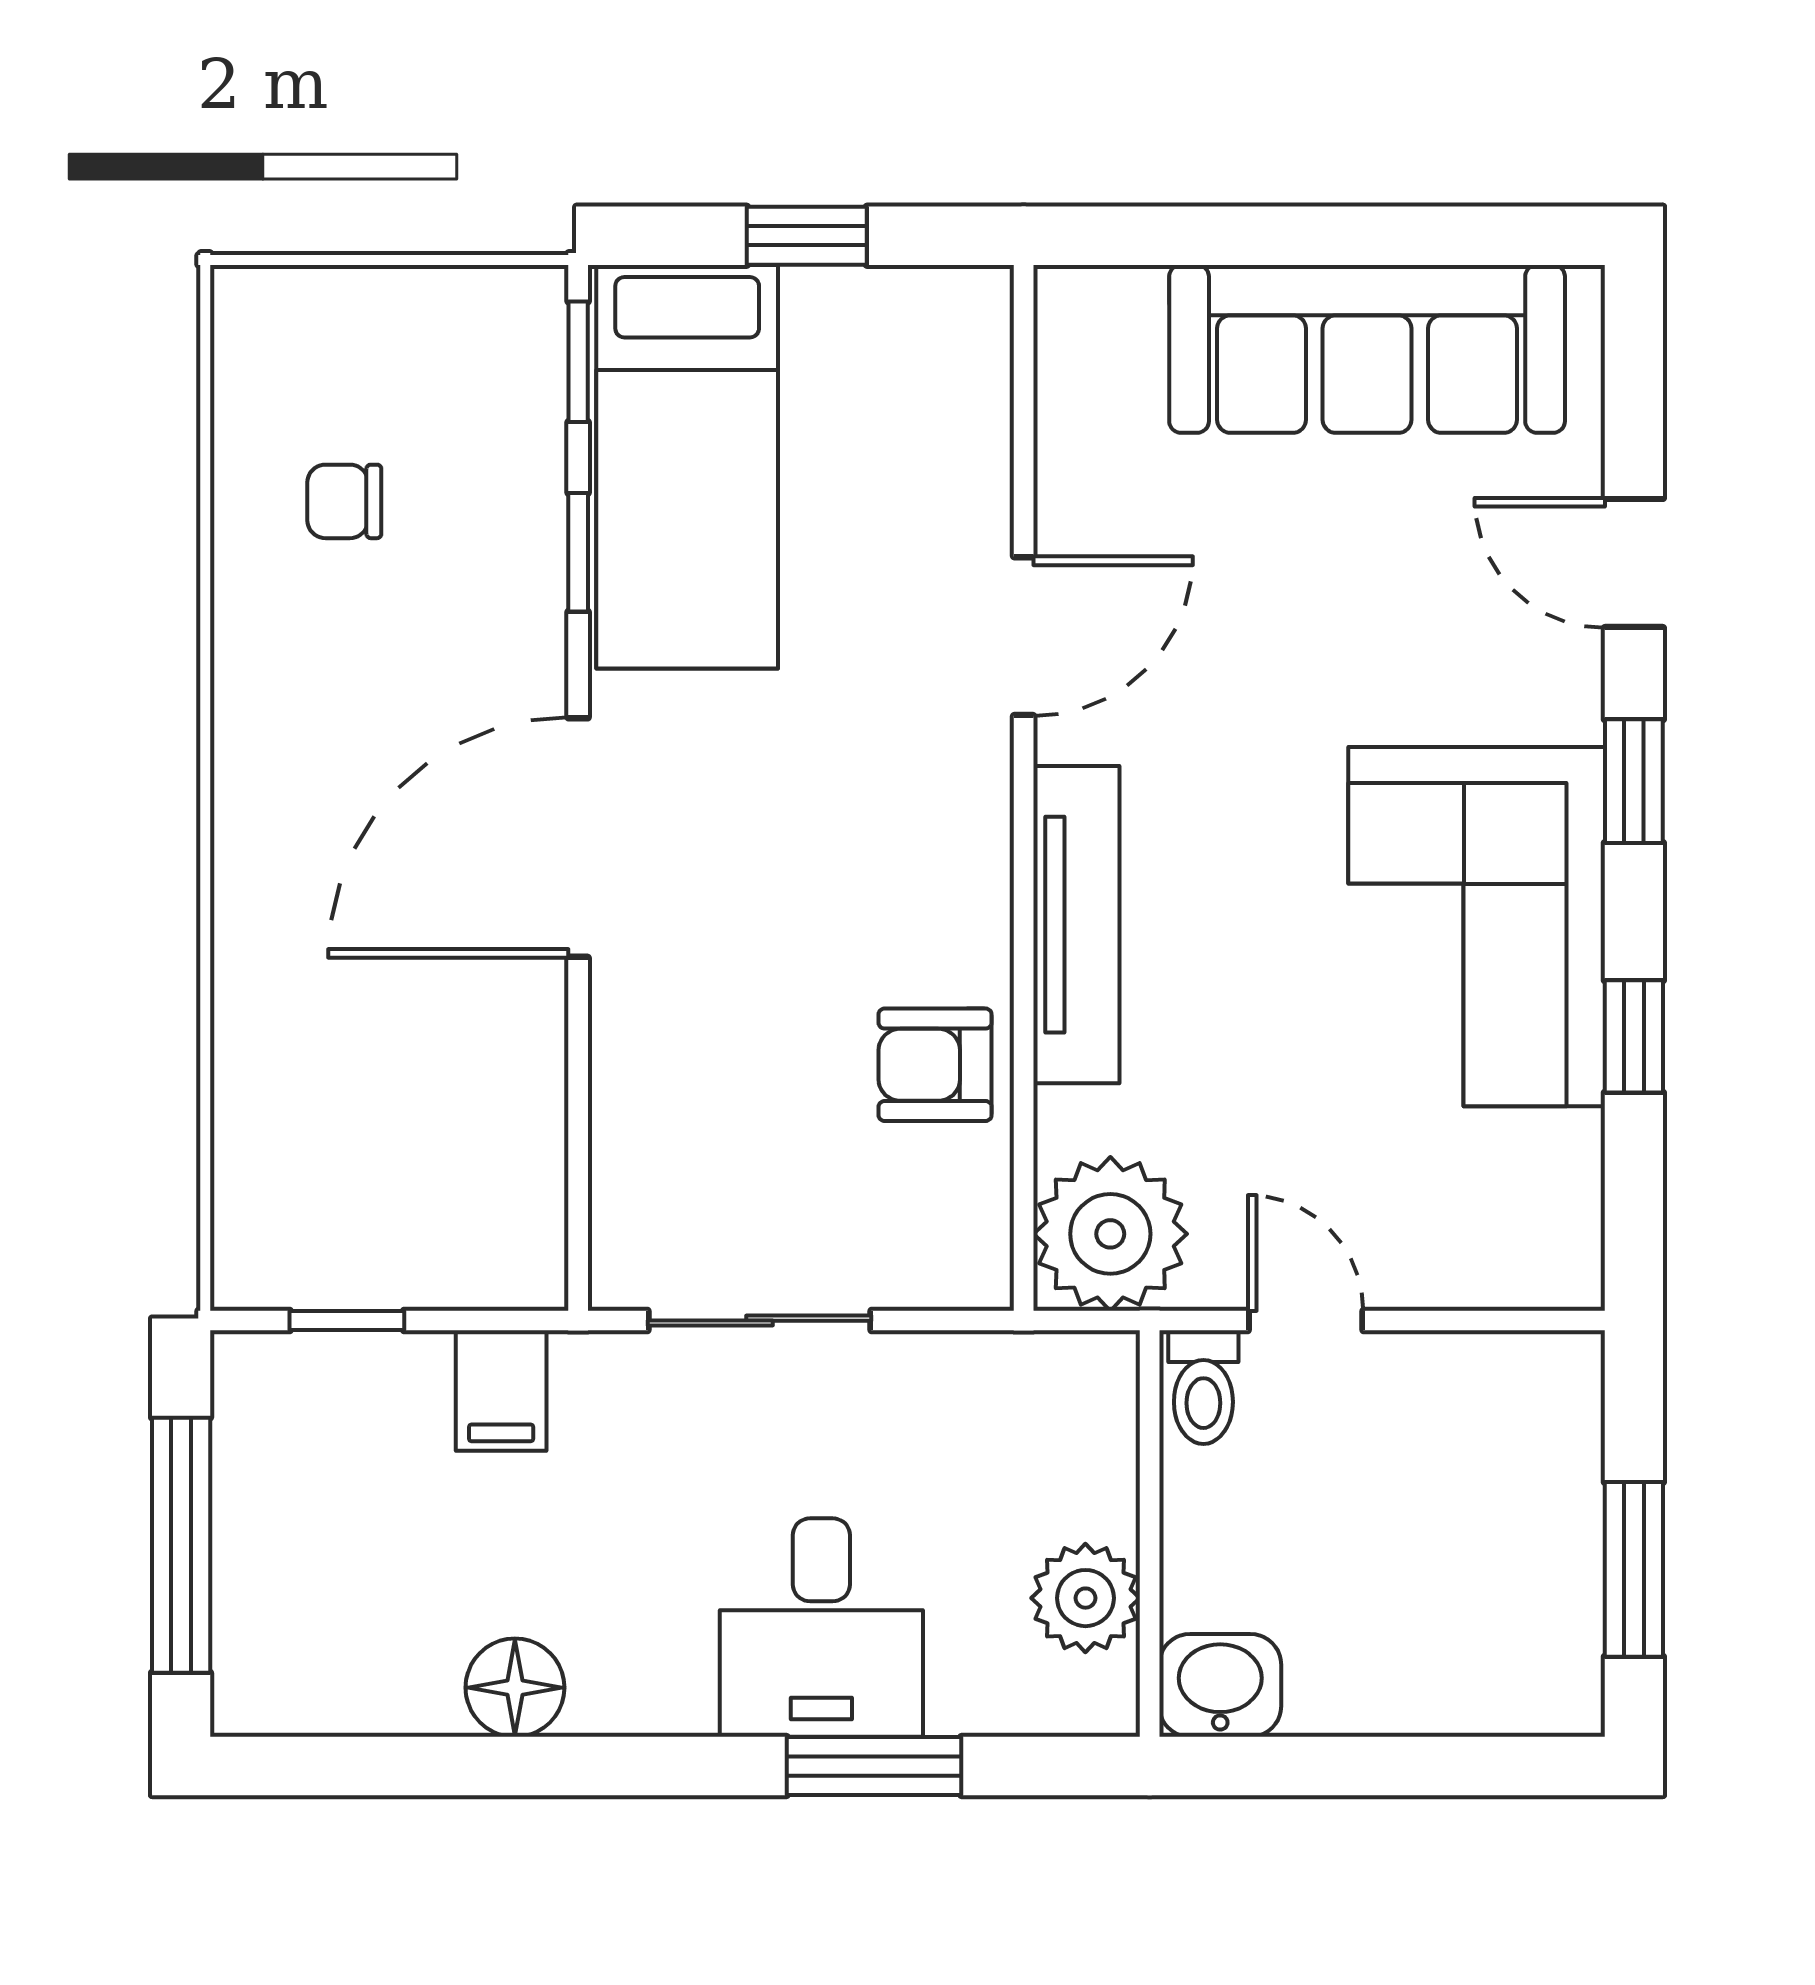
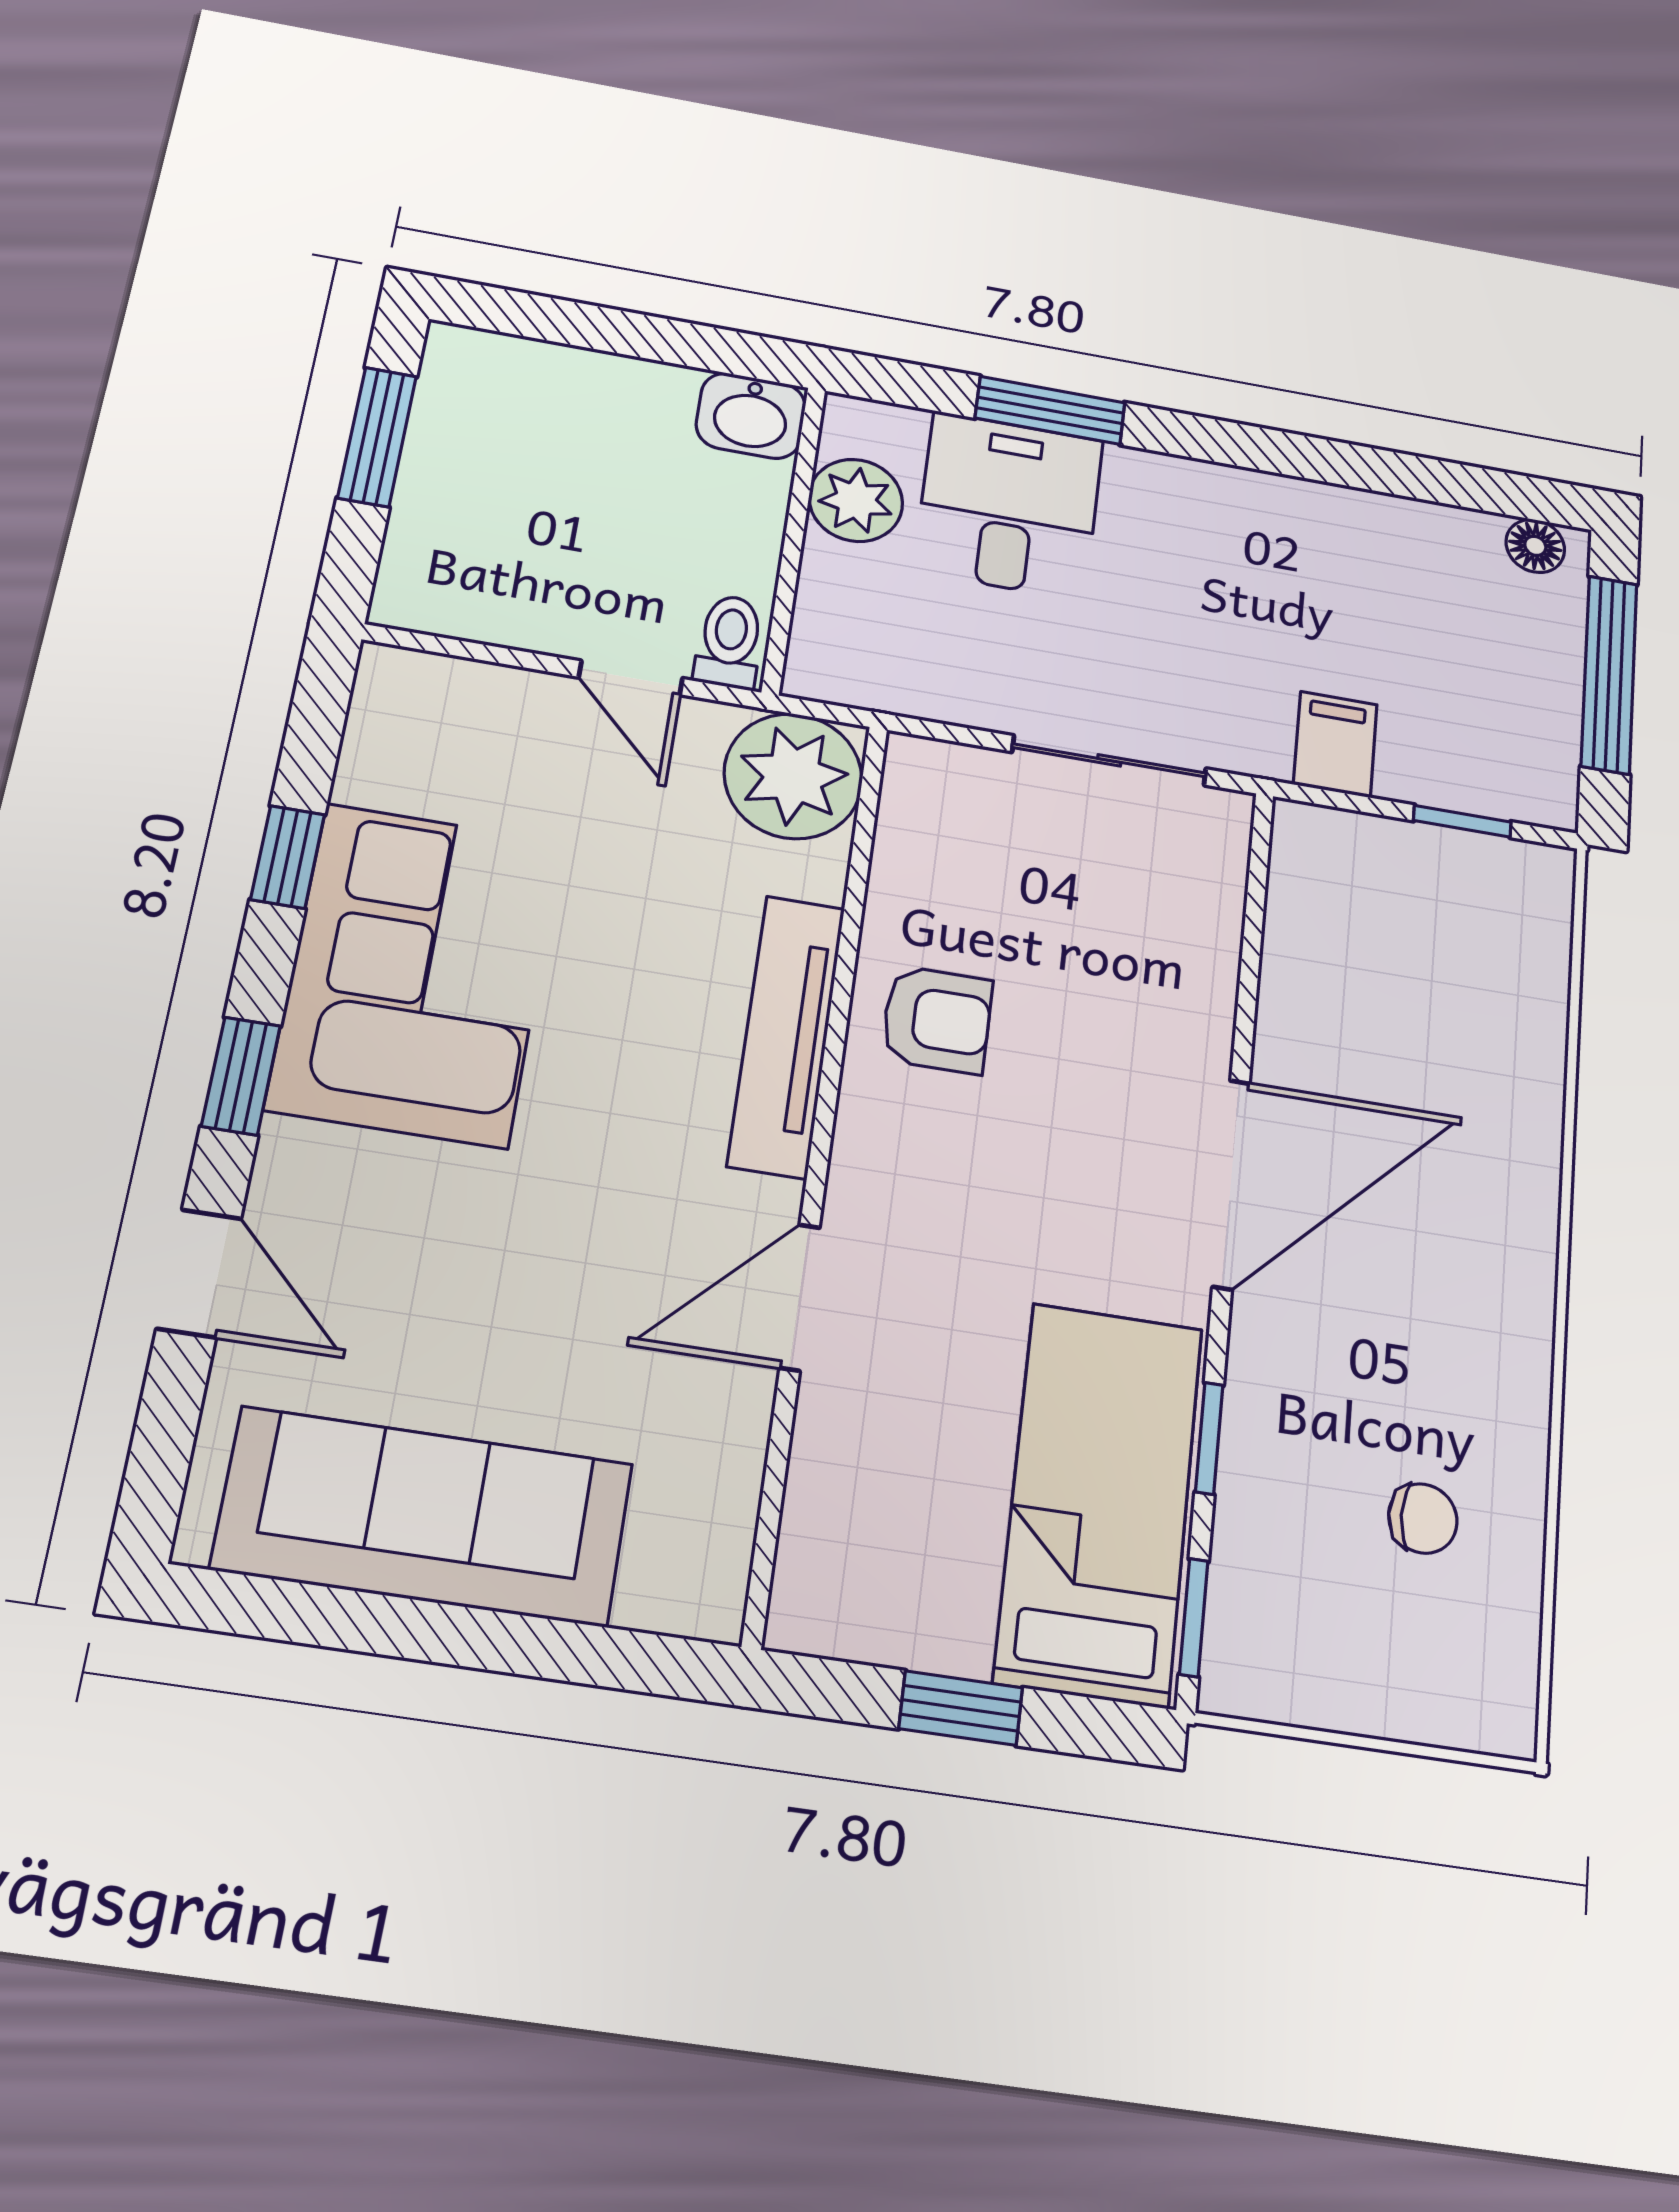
armchair: (935, 1065) -> (937, 1020), moved
desk: (821, 1628) -> (1009, 505), moved
floor lamp: (515, 1688) -> (1535, 546), moved, width x0.73, depth x0.73

